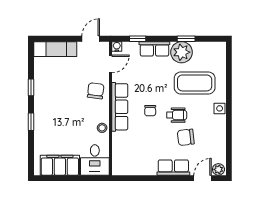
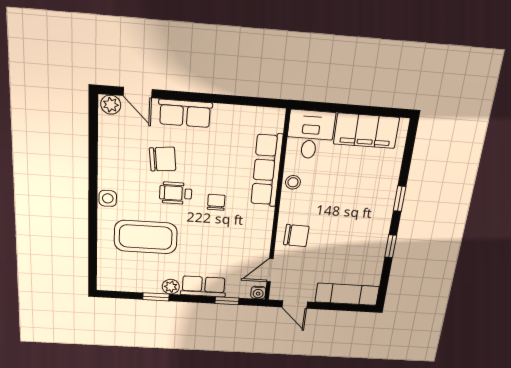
door: (91, 39) -> (295, 305), hinge flipped
plant: (182, 52) -> (171, 287), width x0.53, depth x0.53
chair: (96, 91) -> (296, 236), turned -95
row of seats: (120, 107) -> (267, 170), moved
door: (203, 178) -> (138, 93), hinge flipped

